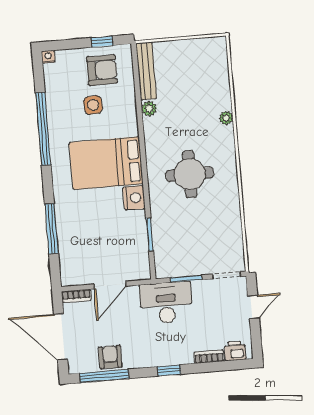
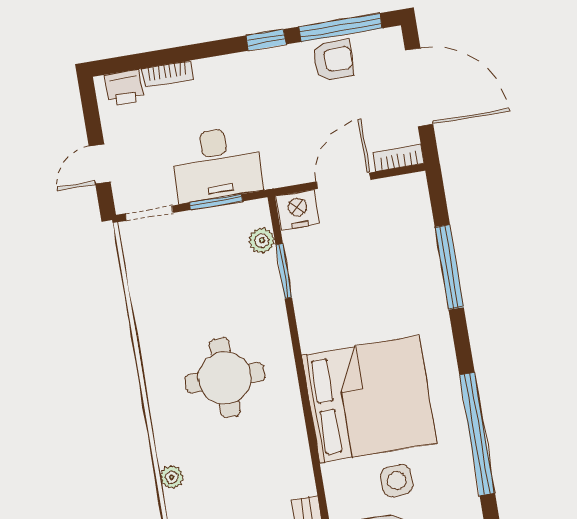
plant: (149, 109) -> (262, 240), moved
bed: (106, 163) -> (369, 399), width x1.36
nightstand: (134, 198) -> (298, 210), moved, turned 90
desk: (166, 303) -> (217, 164), moved
armchair: (110, 357) -> (333, 60), turned -90
window: (169, 370) -> (266, 40), moved

